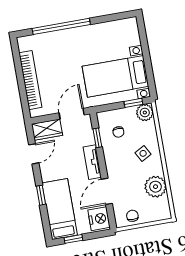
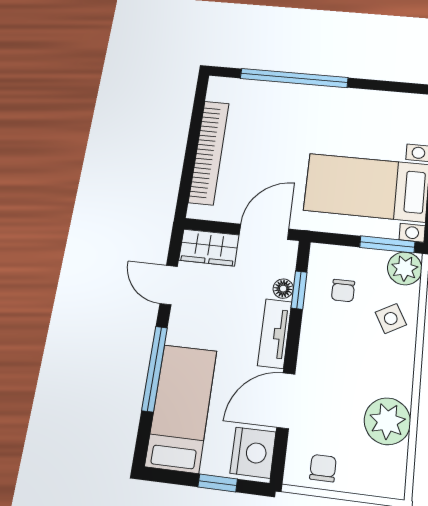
window: (133, 103) -> (387, 244), width x1.50
floor lamp: (90, 139) -> (283, 289), added
side table: (143, 153) -> (391, 319), moved
door: (34, 154) -> (169, 285), swing flipped
window: (41, 195) -> (155, 369), width x2.17
window: (73, 239) -> (218, 483), moved

